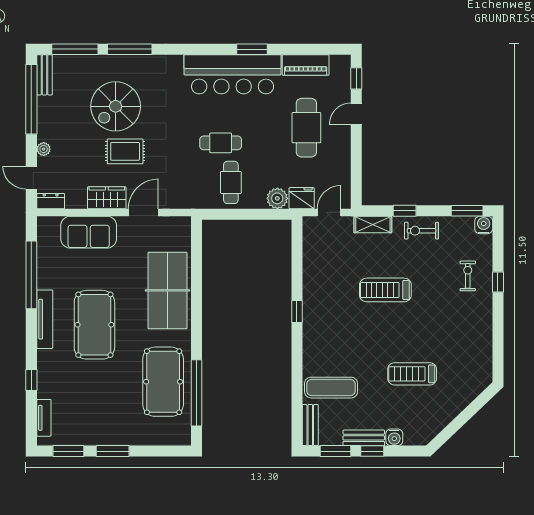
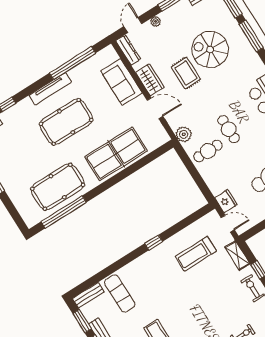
plant: (277, 198) -> (184, 134), moved
dresser: (51, 201) -> (128, 50), width x1.44
treadmill: (385, 290) -> (196, 254), moved, turned -90

